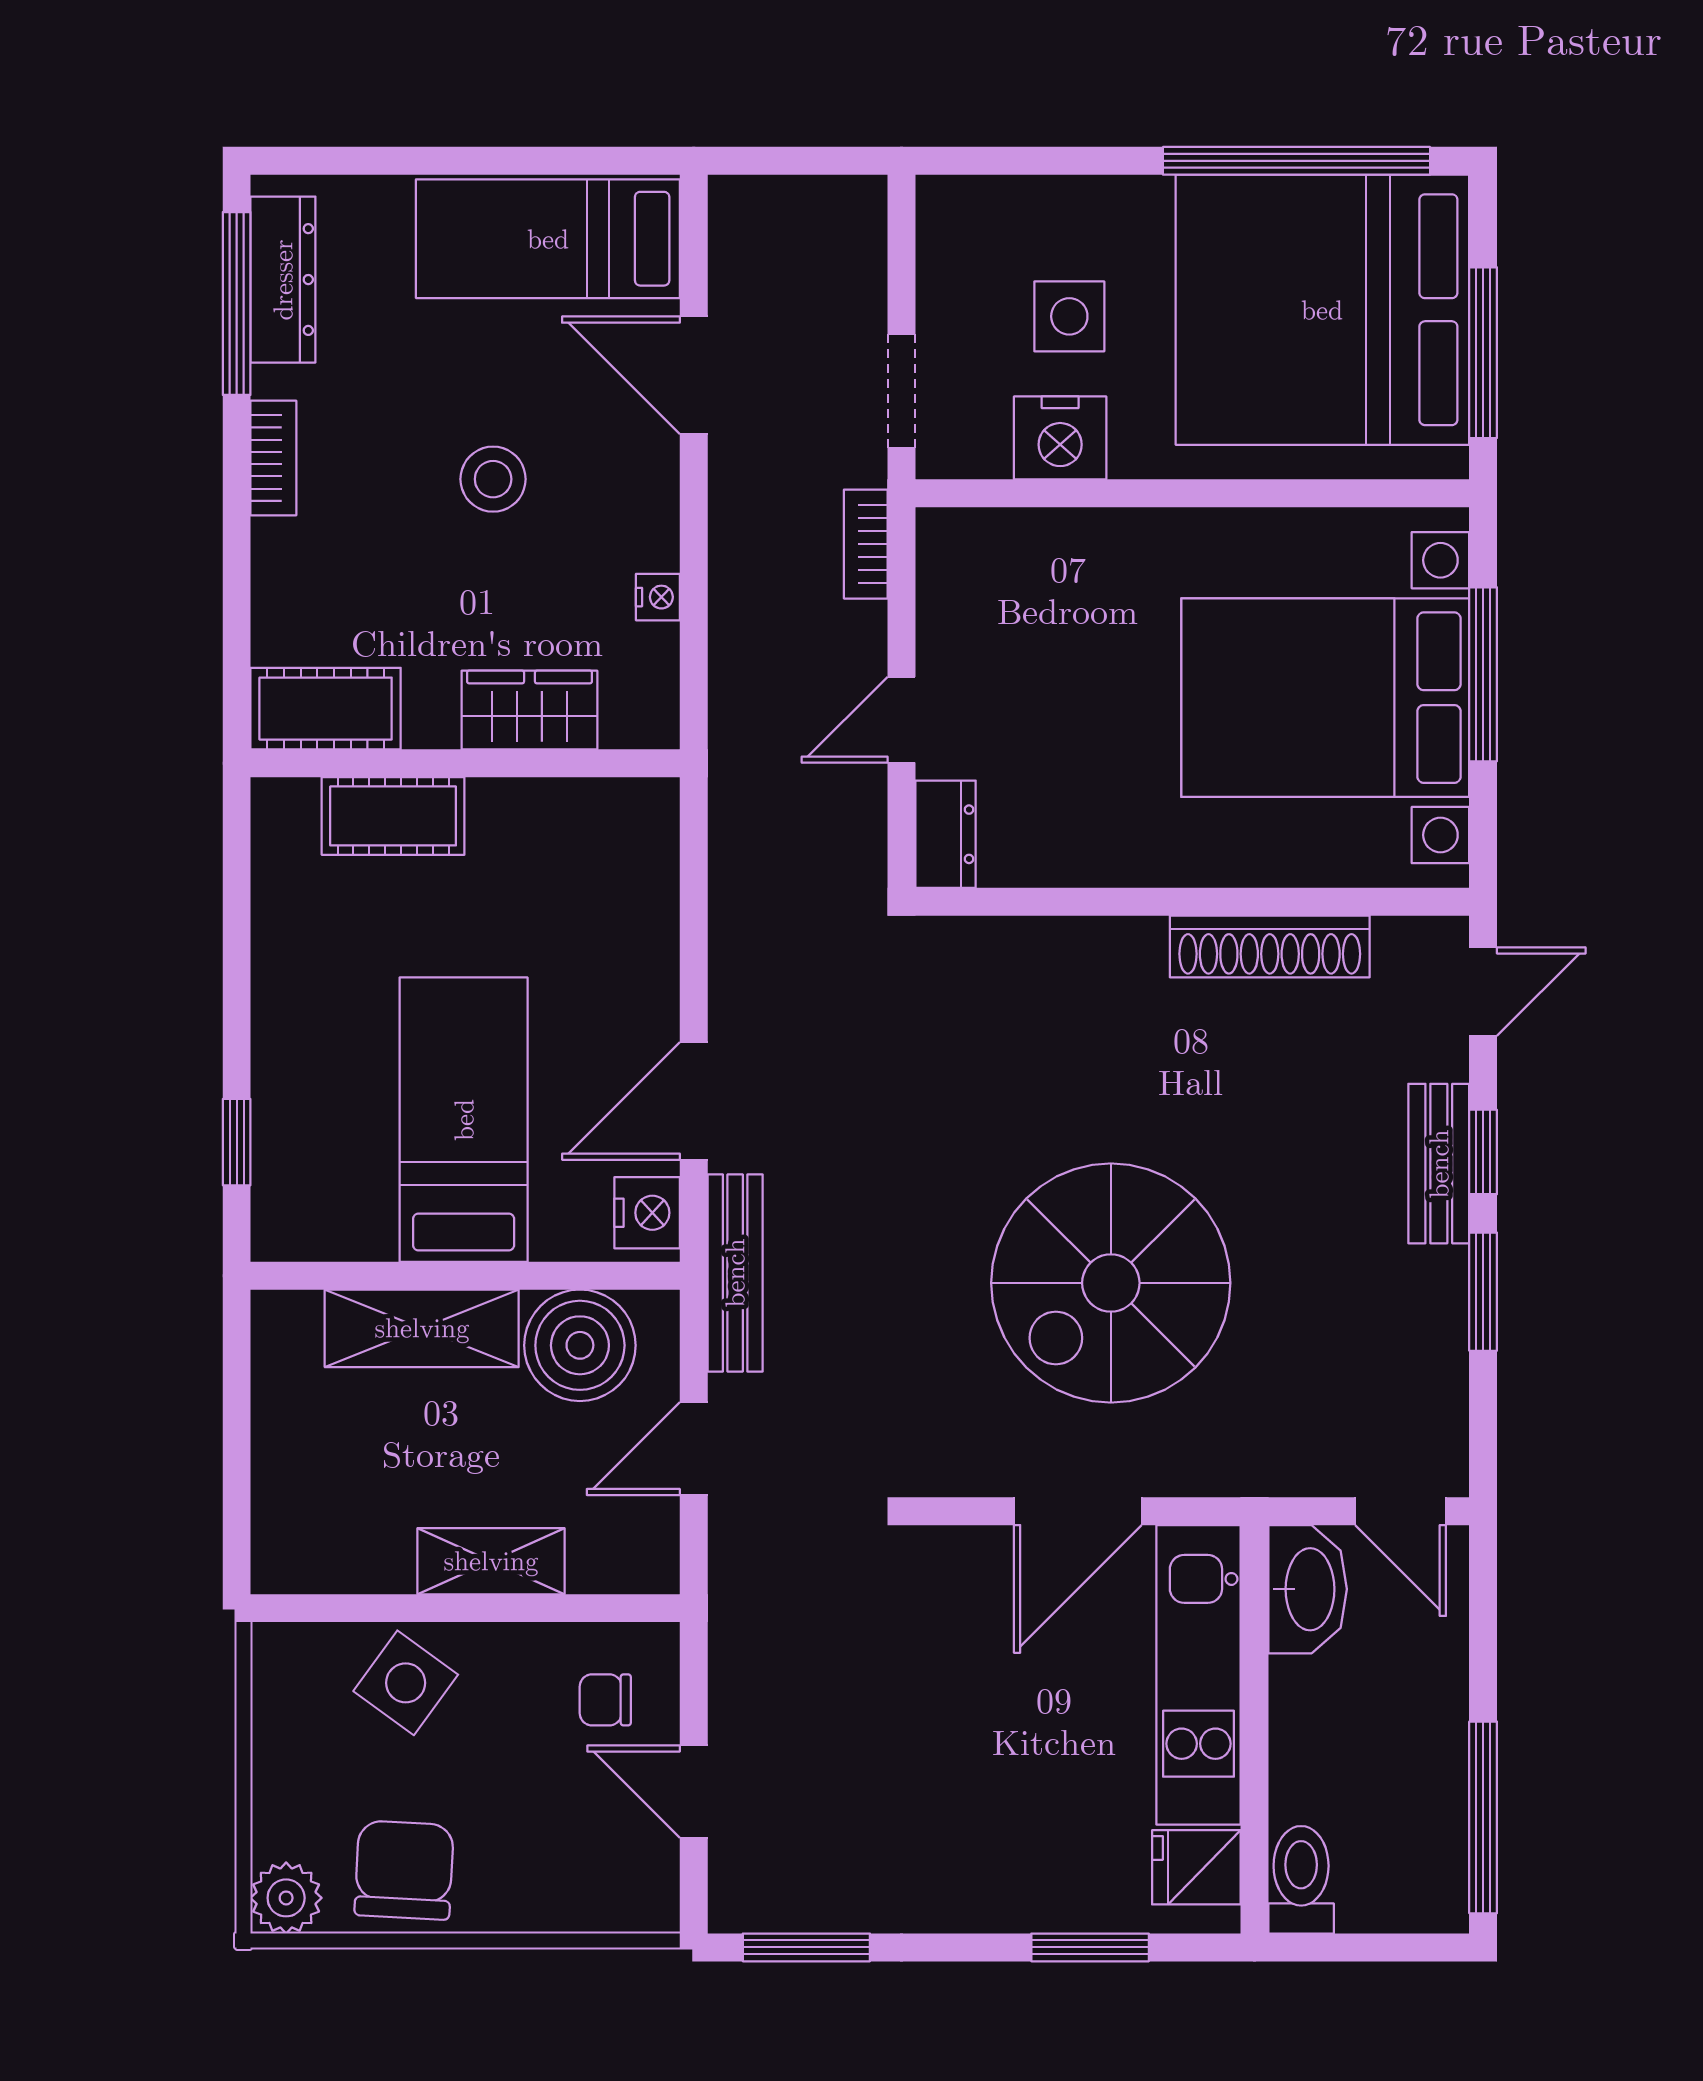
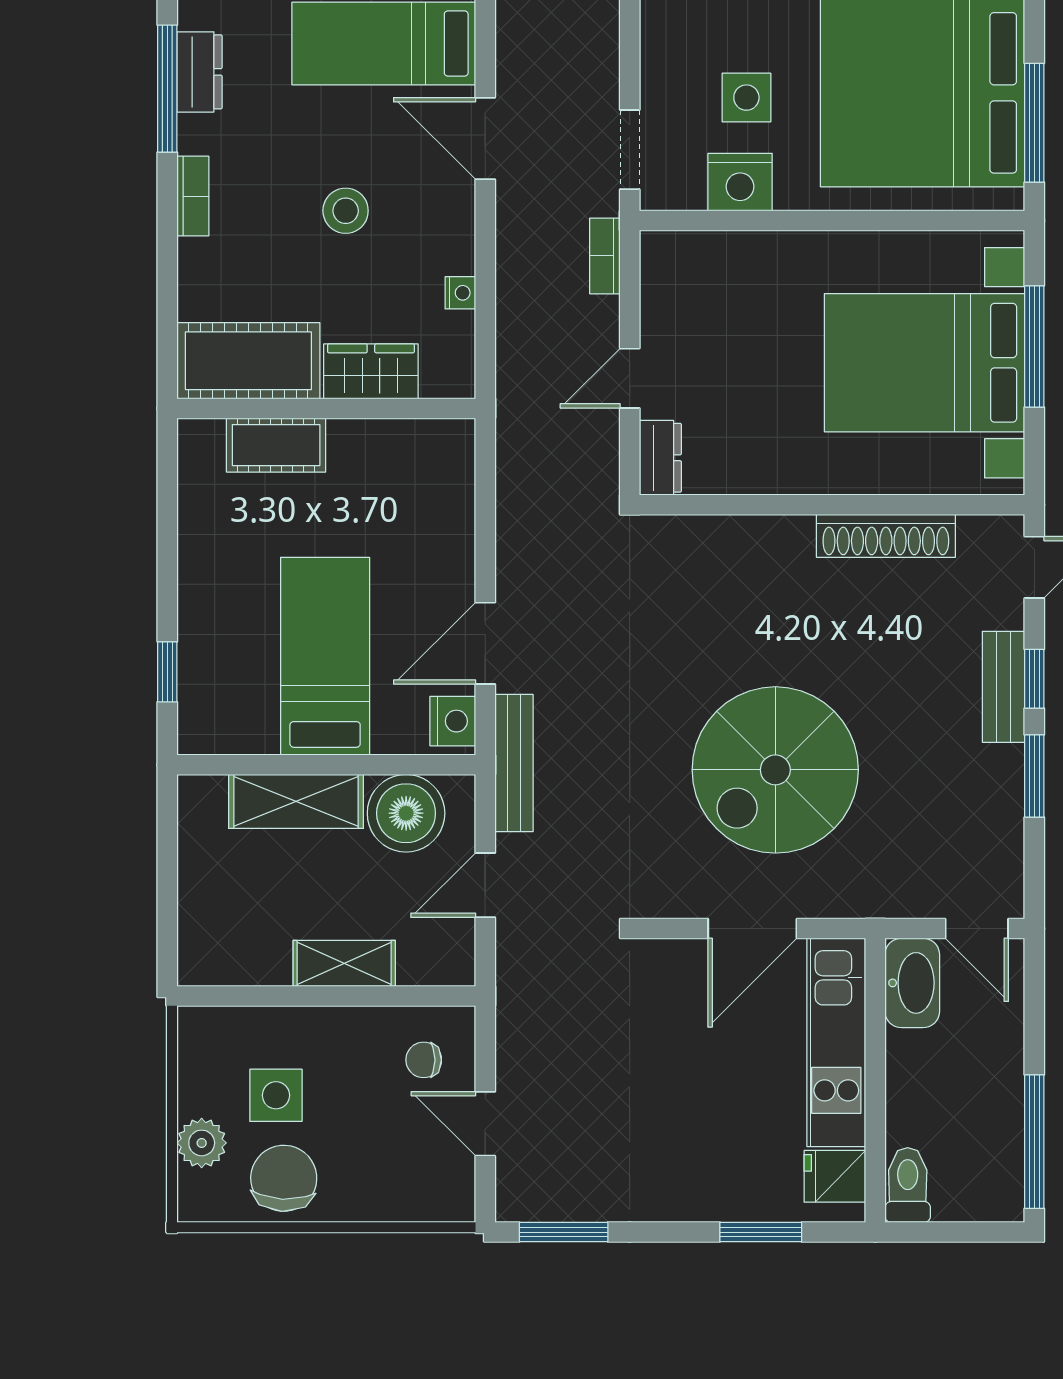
dresser: (283, 280) -> (199, 72), width x0.70
cot: (326, 709) -> (248, 361), width x1.37, depth x1.34
side table: (406, 1683) -> (276, 1095), moved, turned -36
plant: (286, 1898) -> (202, 1143), moved

